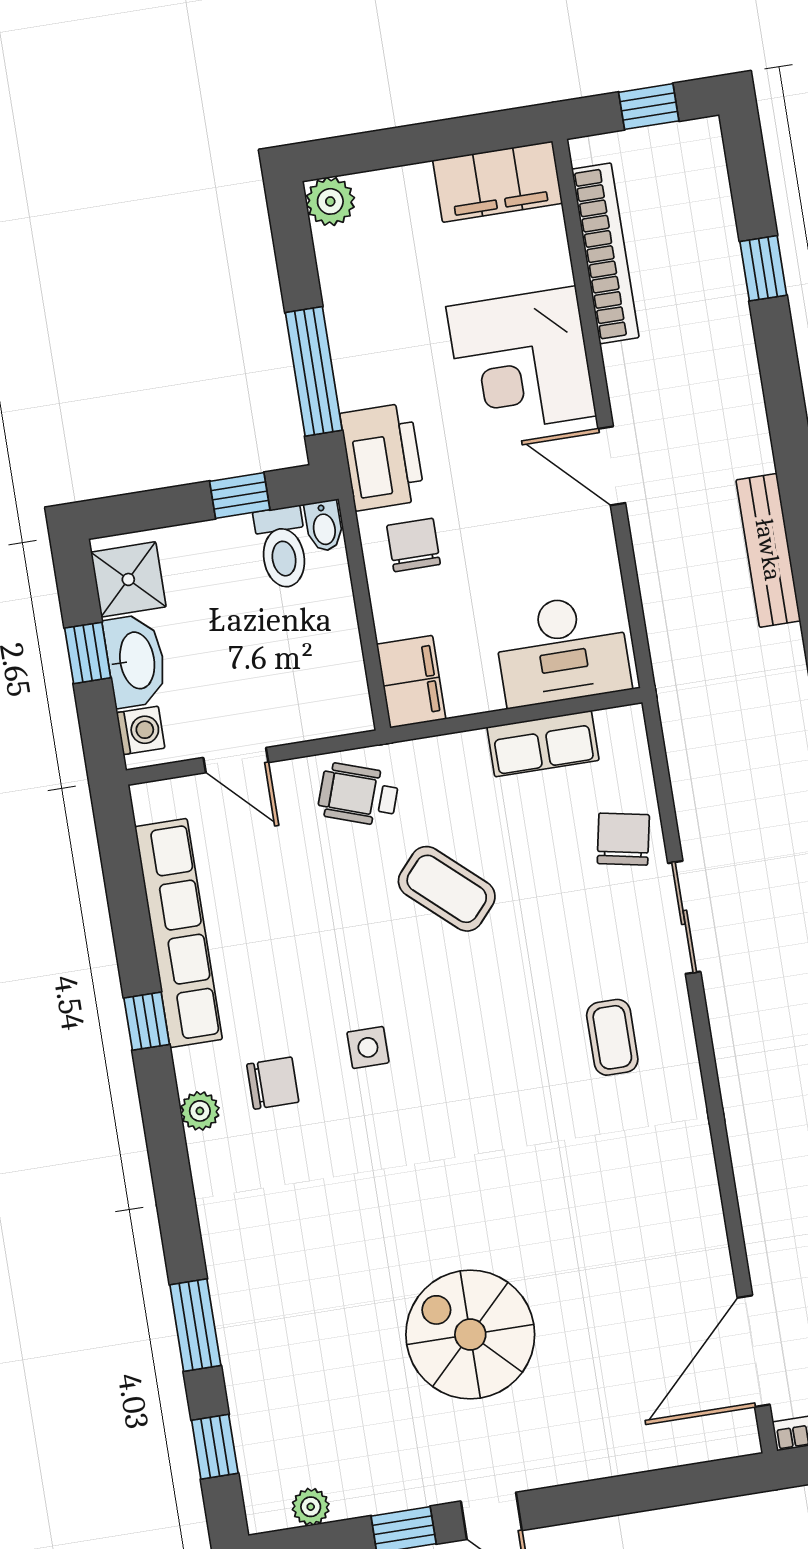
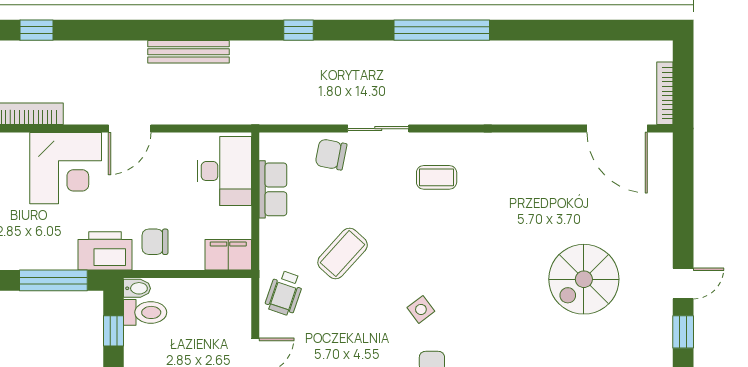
side table: (368, 1047) -> (421, 309), turned -37

